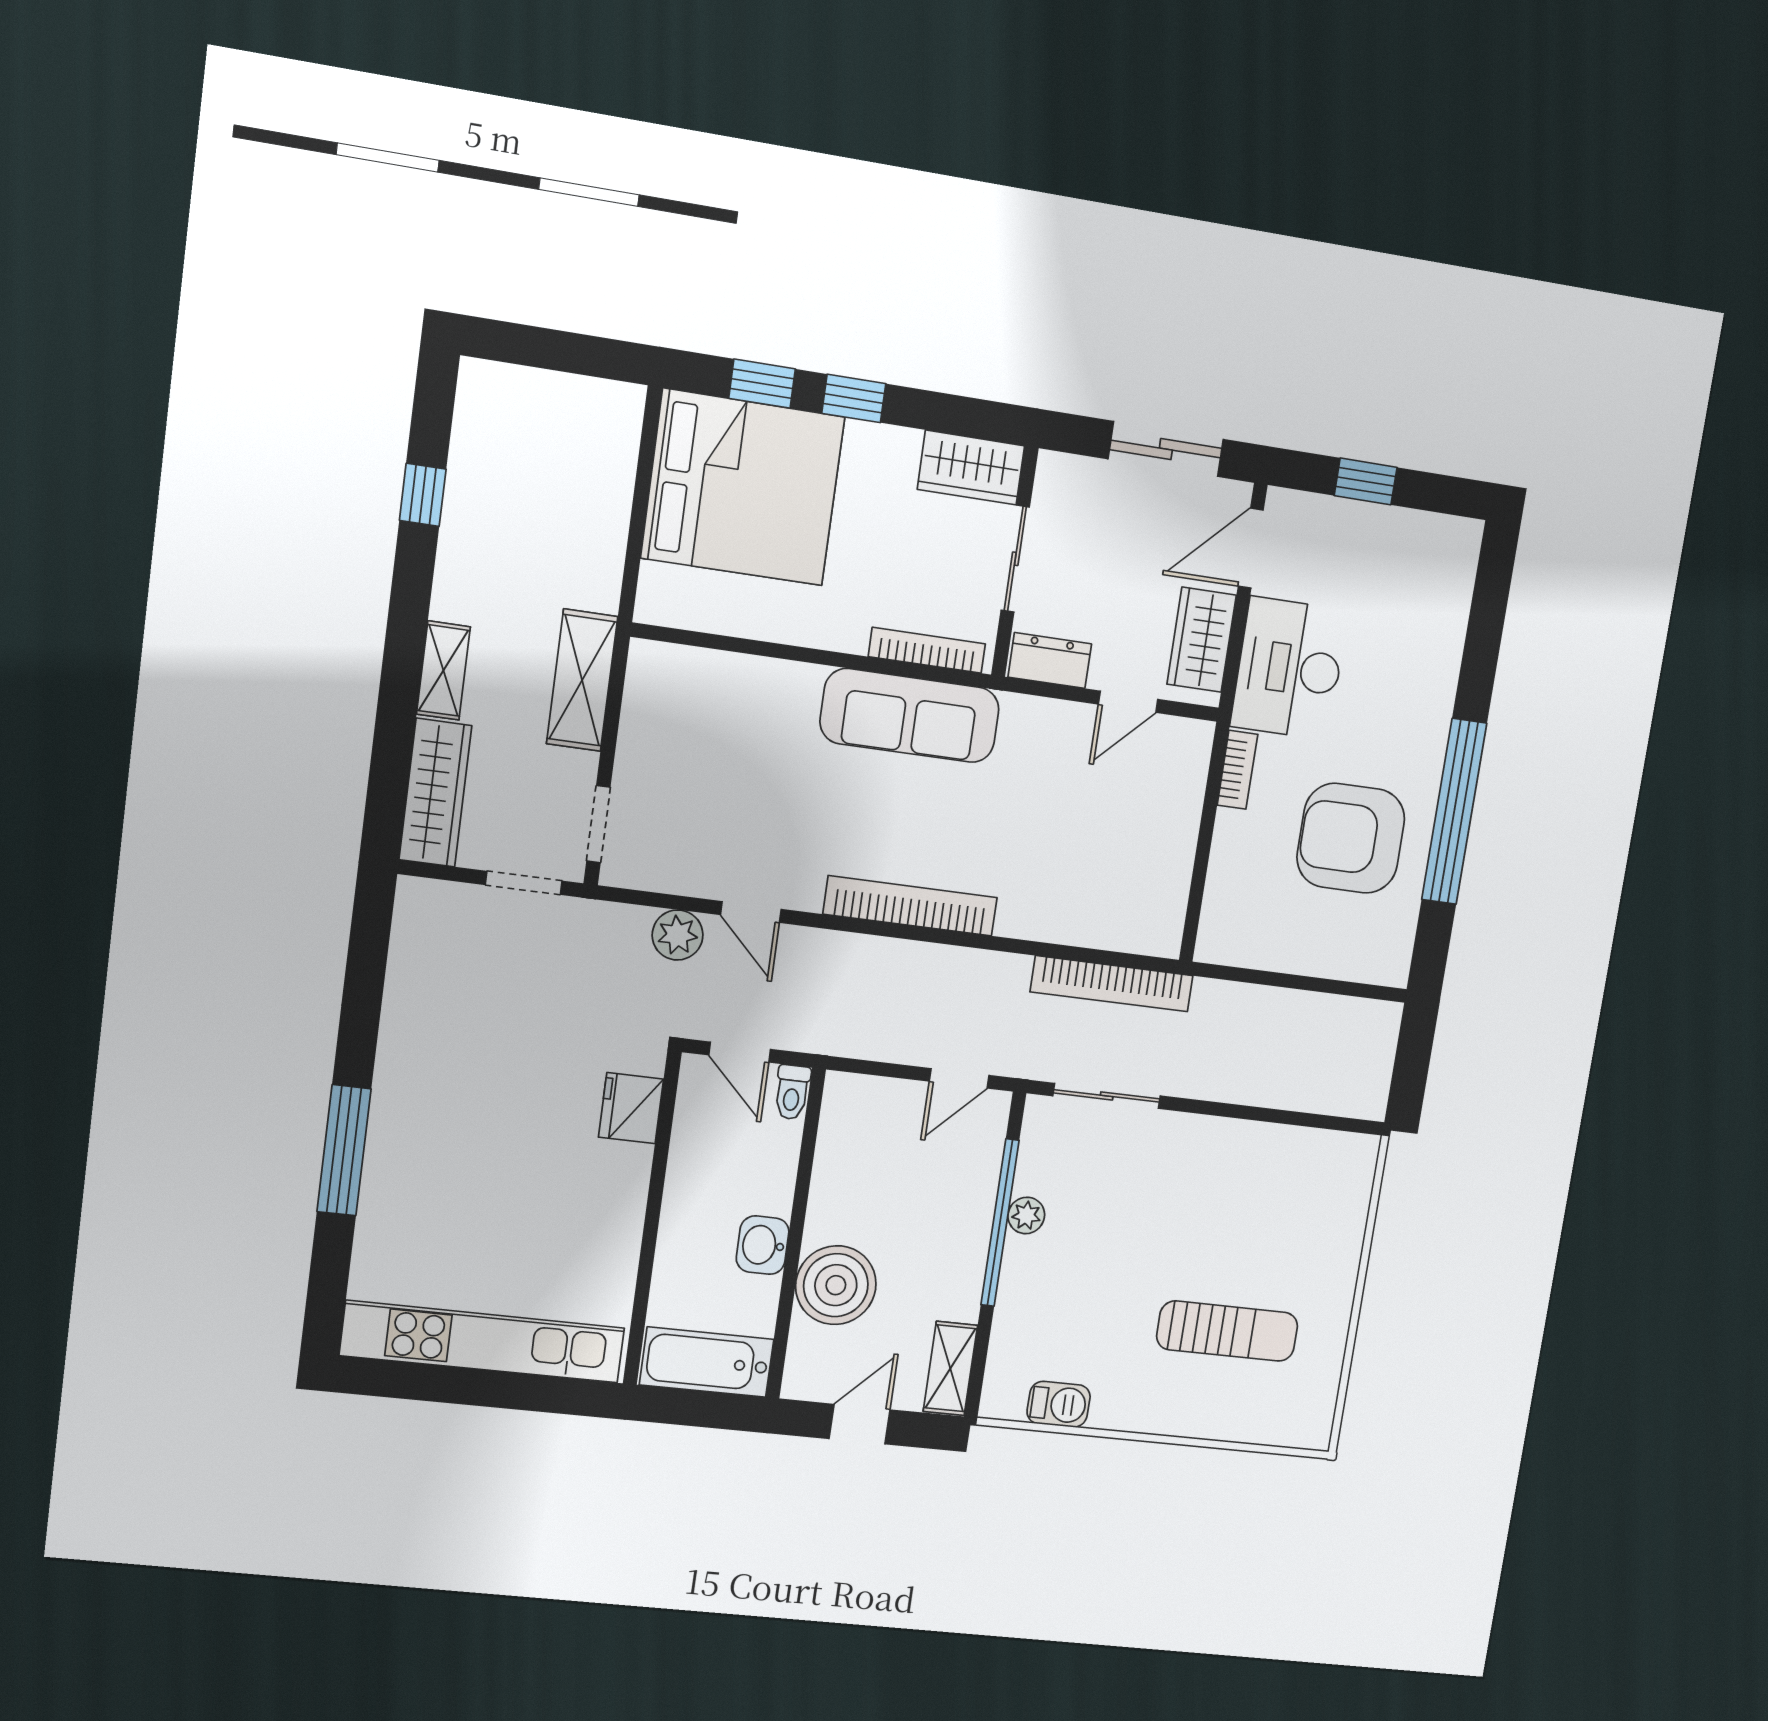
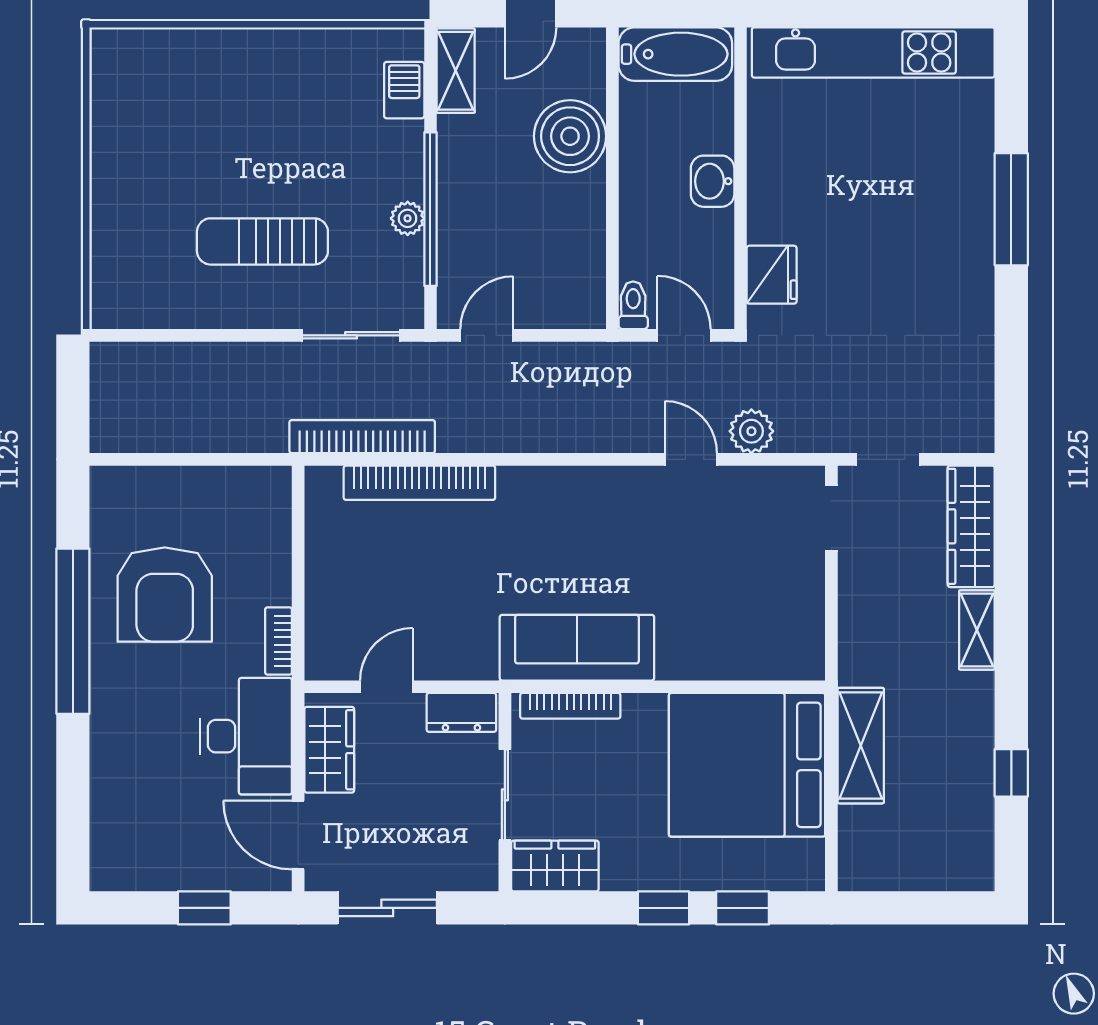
bed: (743, 487) -> (747, 765), moved
door: (1251, 548) -> (298, 835), swing flipped
shelving: (582, 680) -> (861, 746), moved
armchair: (1351, 838) -> (165, 595), turned 90
bookcase: (910, 906) -> (419, 483), moved
washbasin: (763, 1245) -> (713, 181), moved, turned 180
sun lounger: (1227, 1331) -> (262, 241), moved
barbecue: (1059, 1404) -> (404, 90), moved, turned 90

